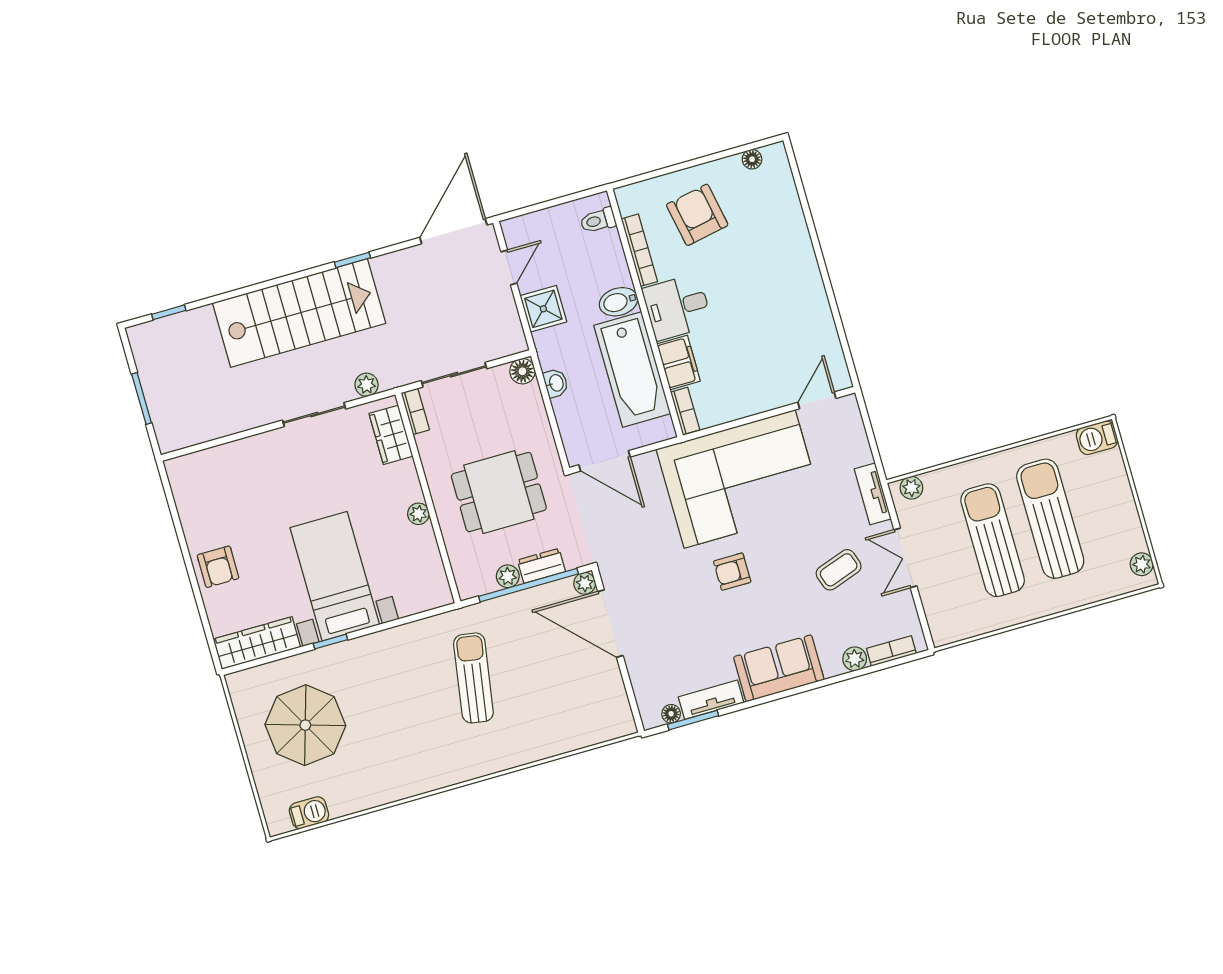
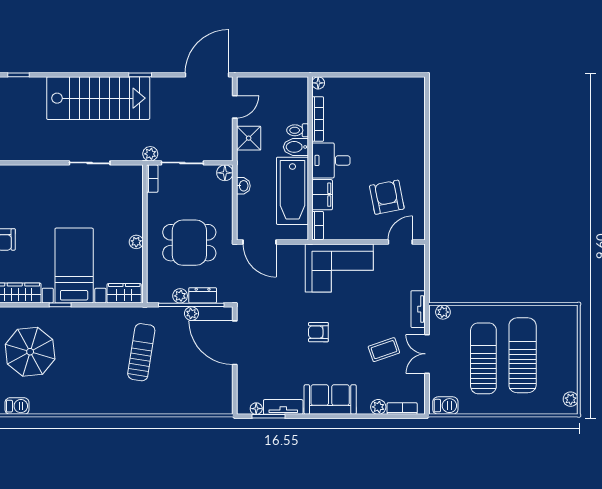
floor lamp: (752, 159) -> (318, 83), moved
armchair: (697, 215) -> (387, 197), moved
toilet: (598, 220) -> (298, 130), moved
plant: (367, 385) -> (150, 154), moved
wardrobe: (391, 435) -> (124, 293), moved, turned 90
barbecue: (1097, 438) -> (445, 406), moved, turned 180
corner sofa: (740, 479) -> (339, 268), width x0.73, depth x0.74
plant: (585, 583) -> (192, 314), moved

